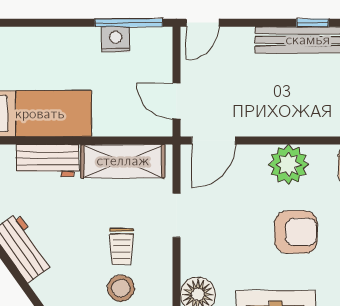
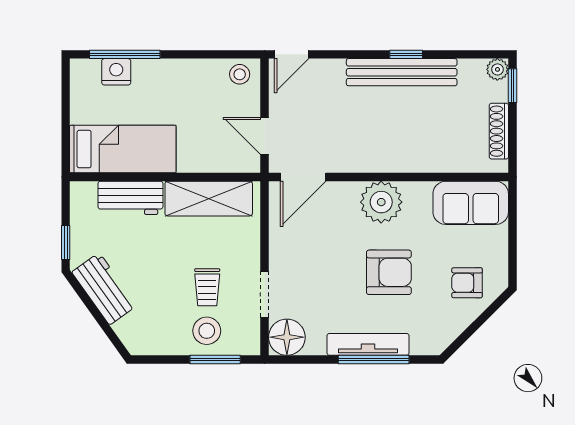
window: (129, 23) -> (125, 54), moved
nightstand: (116, 39) -> (116, 72), moved
stool: (153, 42) -> (240, 74), added
doorway: (176, 215) -> (265, 295), moved

